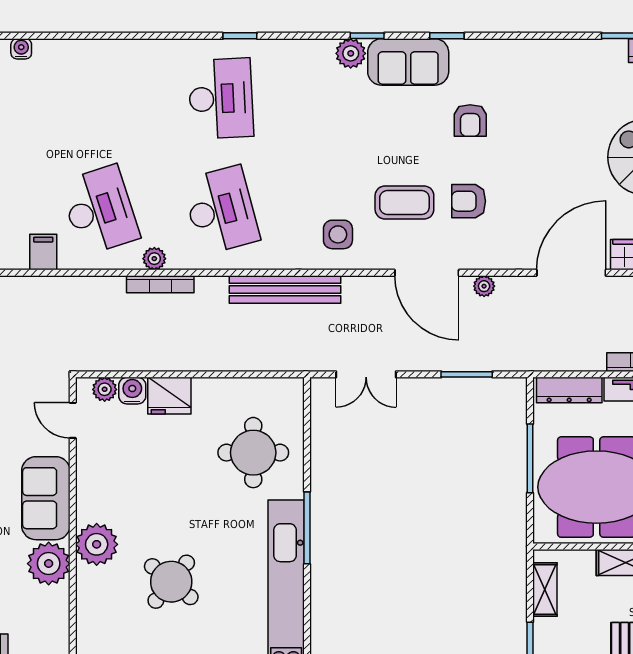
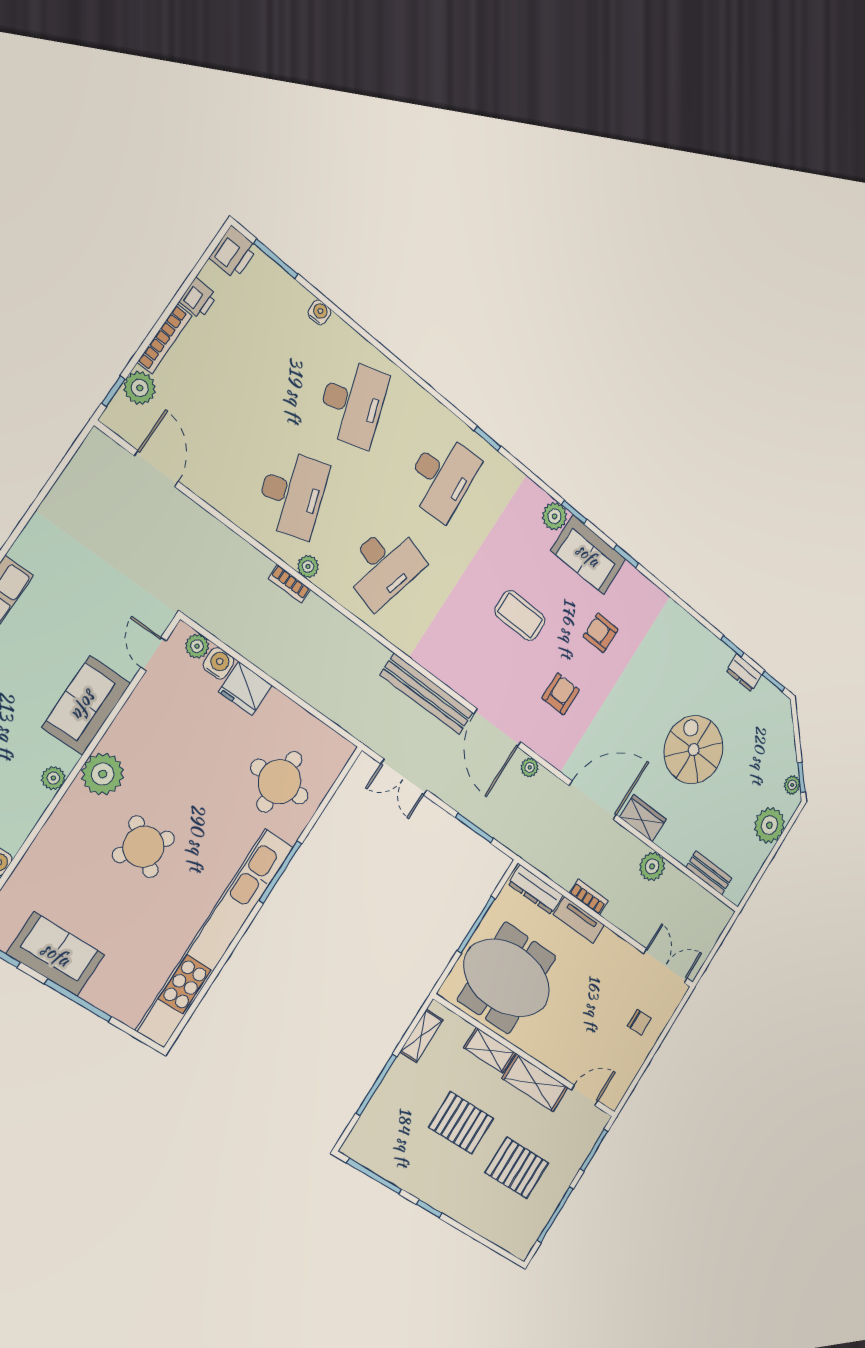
desk: (100, 98) -> (353, 403), added
armchair: (470, 120) -> (601, 633), turned 90
armchair: (469, 201) -> (561, 694), turned 90
coffee table: (404, 202) -> (520, 616), moved
desk: (221, 210) -> (384, 566), turned 30
side table: (338, 234) -> (455, 651), removed
filing cabinet: (43, 252) -> (224, 494), removed
bookcase: (160, 284) -> (289, 584), width x0.64
bench: (285, 289) -> (427, 694), moved
plant: (49, 564) -> (53, 778), width x0.53, depth x0.53

